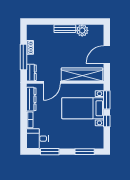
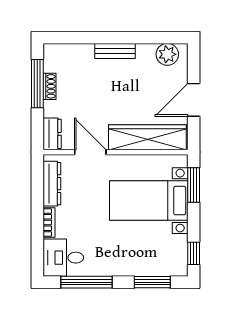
plant: (82, 30) -> (167, 54), moved
window: (23, 57) -> (37, 84), moved
door: (52, 82) -> (90, 152), swing flipped
window: (107, 121) -> (194, 253), moved
window: (50, 152) -> (86, 282), width x1.44

